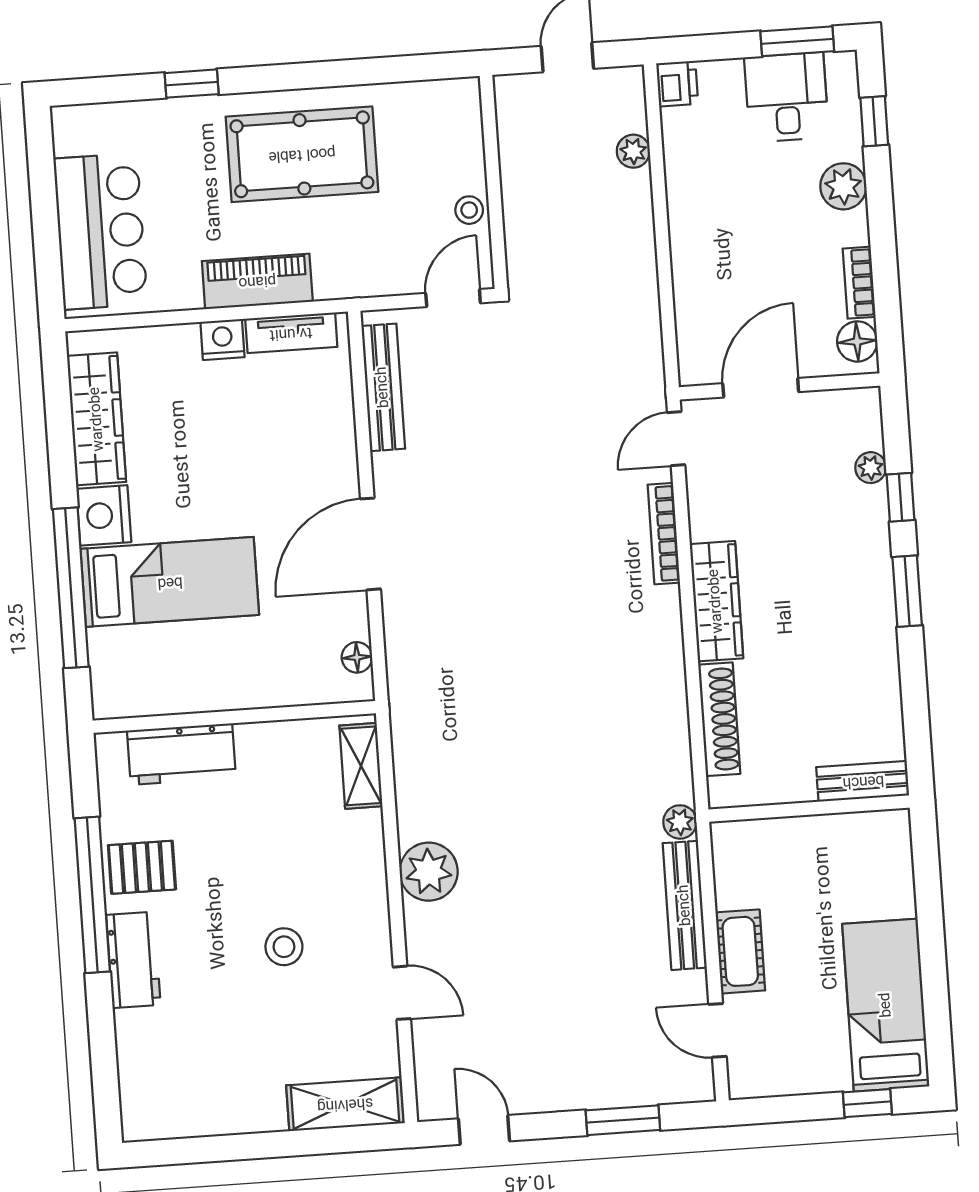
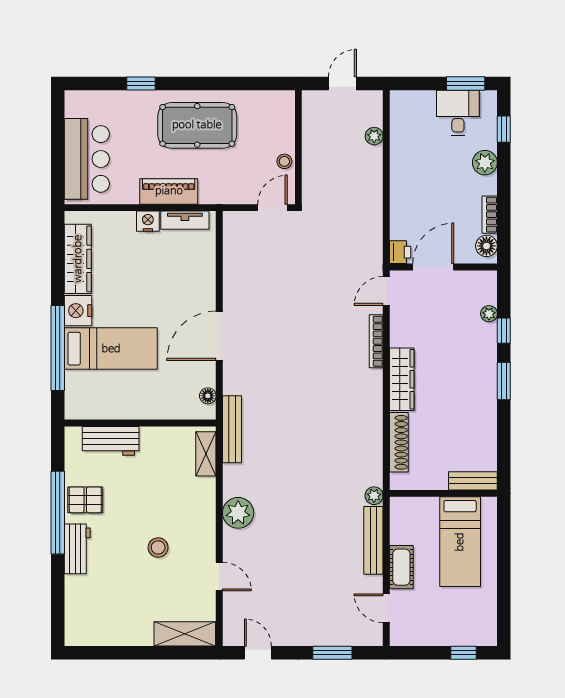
printer: (677, 84) -> (400, 252), moved
bench: (383, 387) -> (232, 429), moved
bed: (886, 1005) -> (460, 542), moved, turned 180

